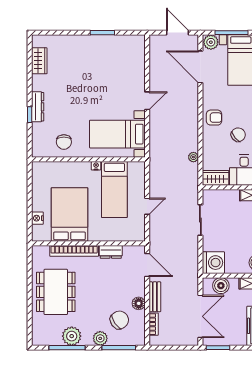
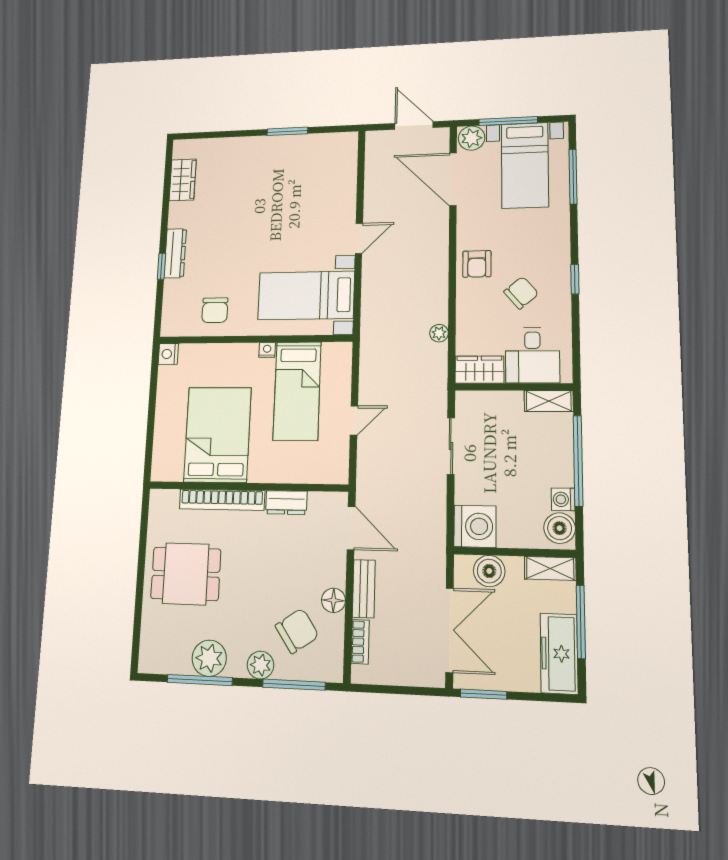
armchair: (214, 118) -> (477, 264), turned 90
nightstand: (37, 218) -> (168, 354), moved
dining table: (56, 292) -> (186, 574), width x0.73

